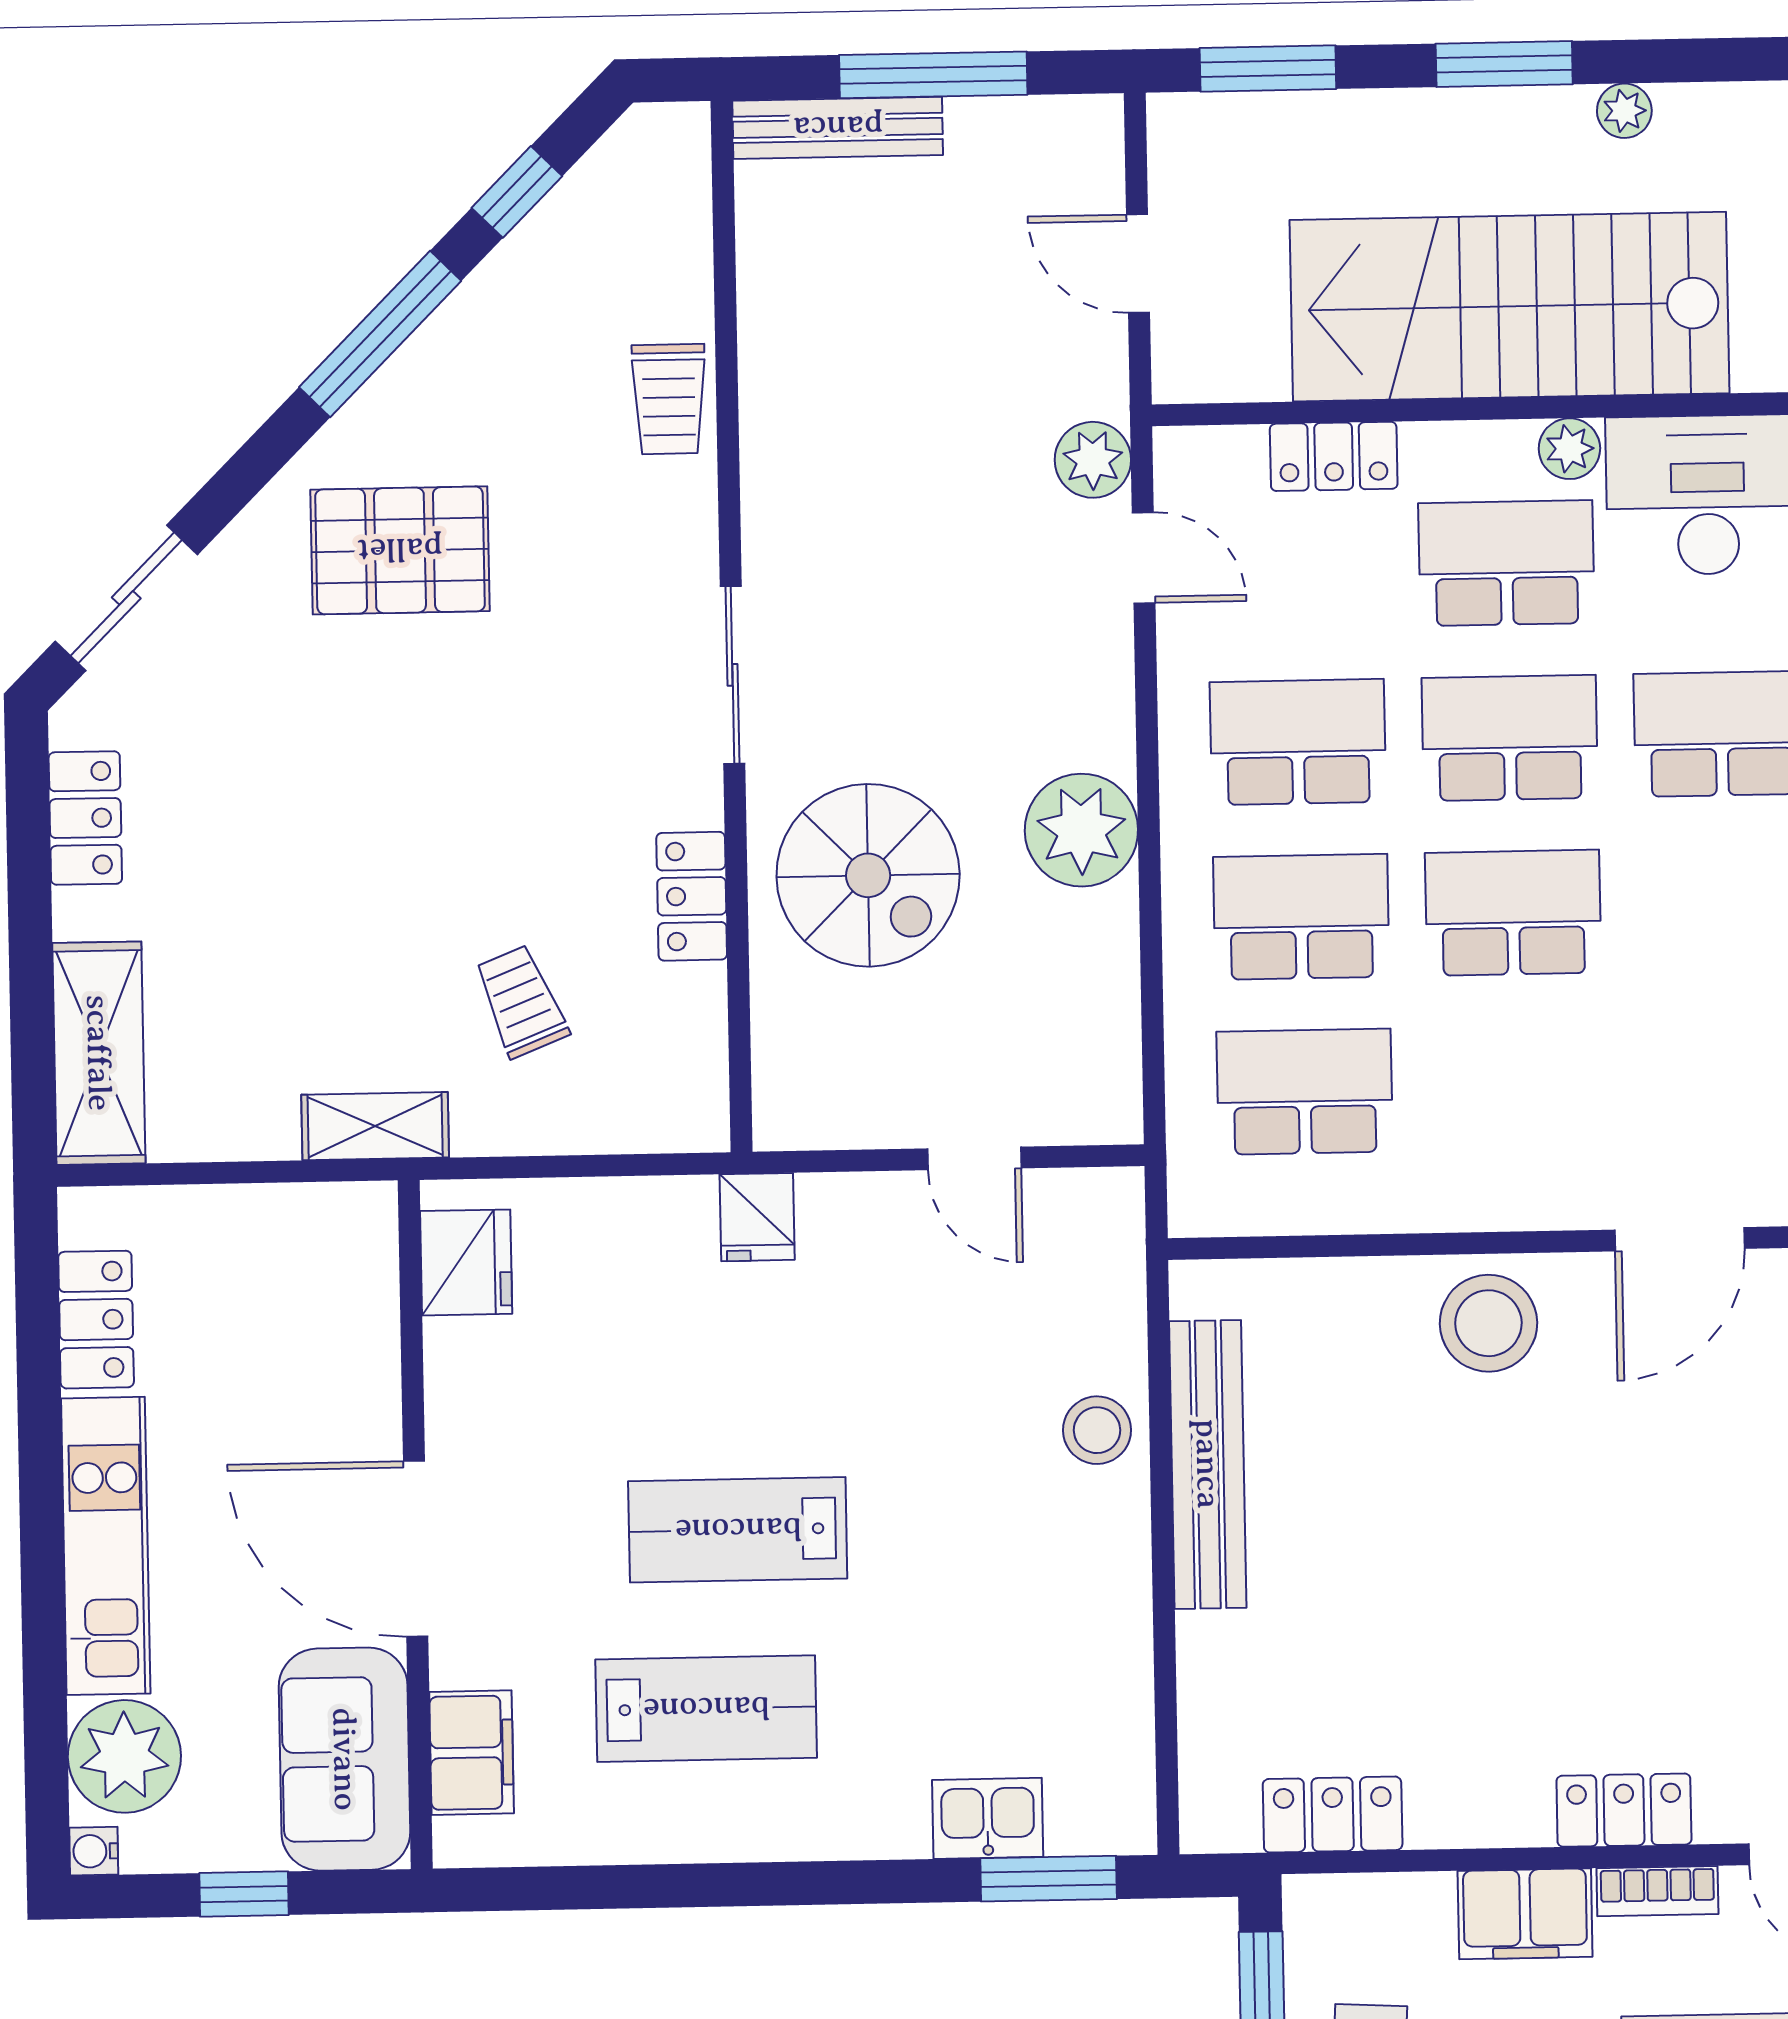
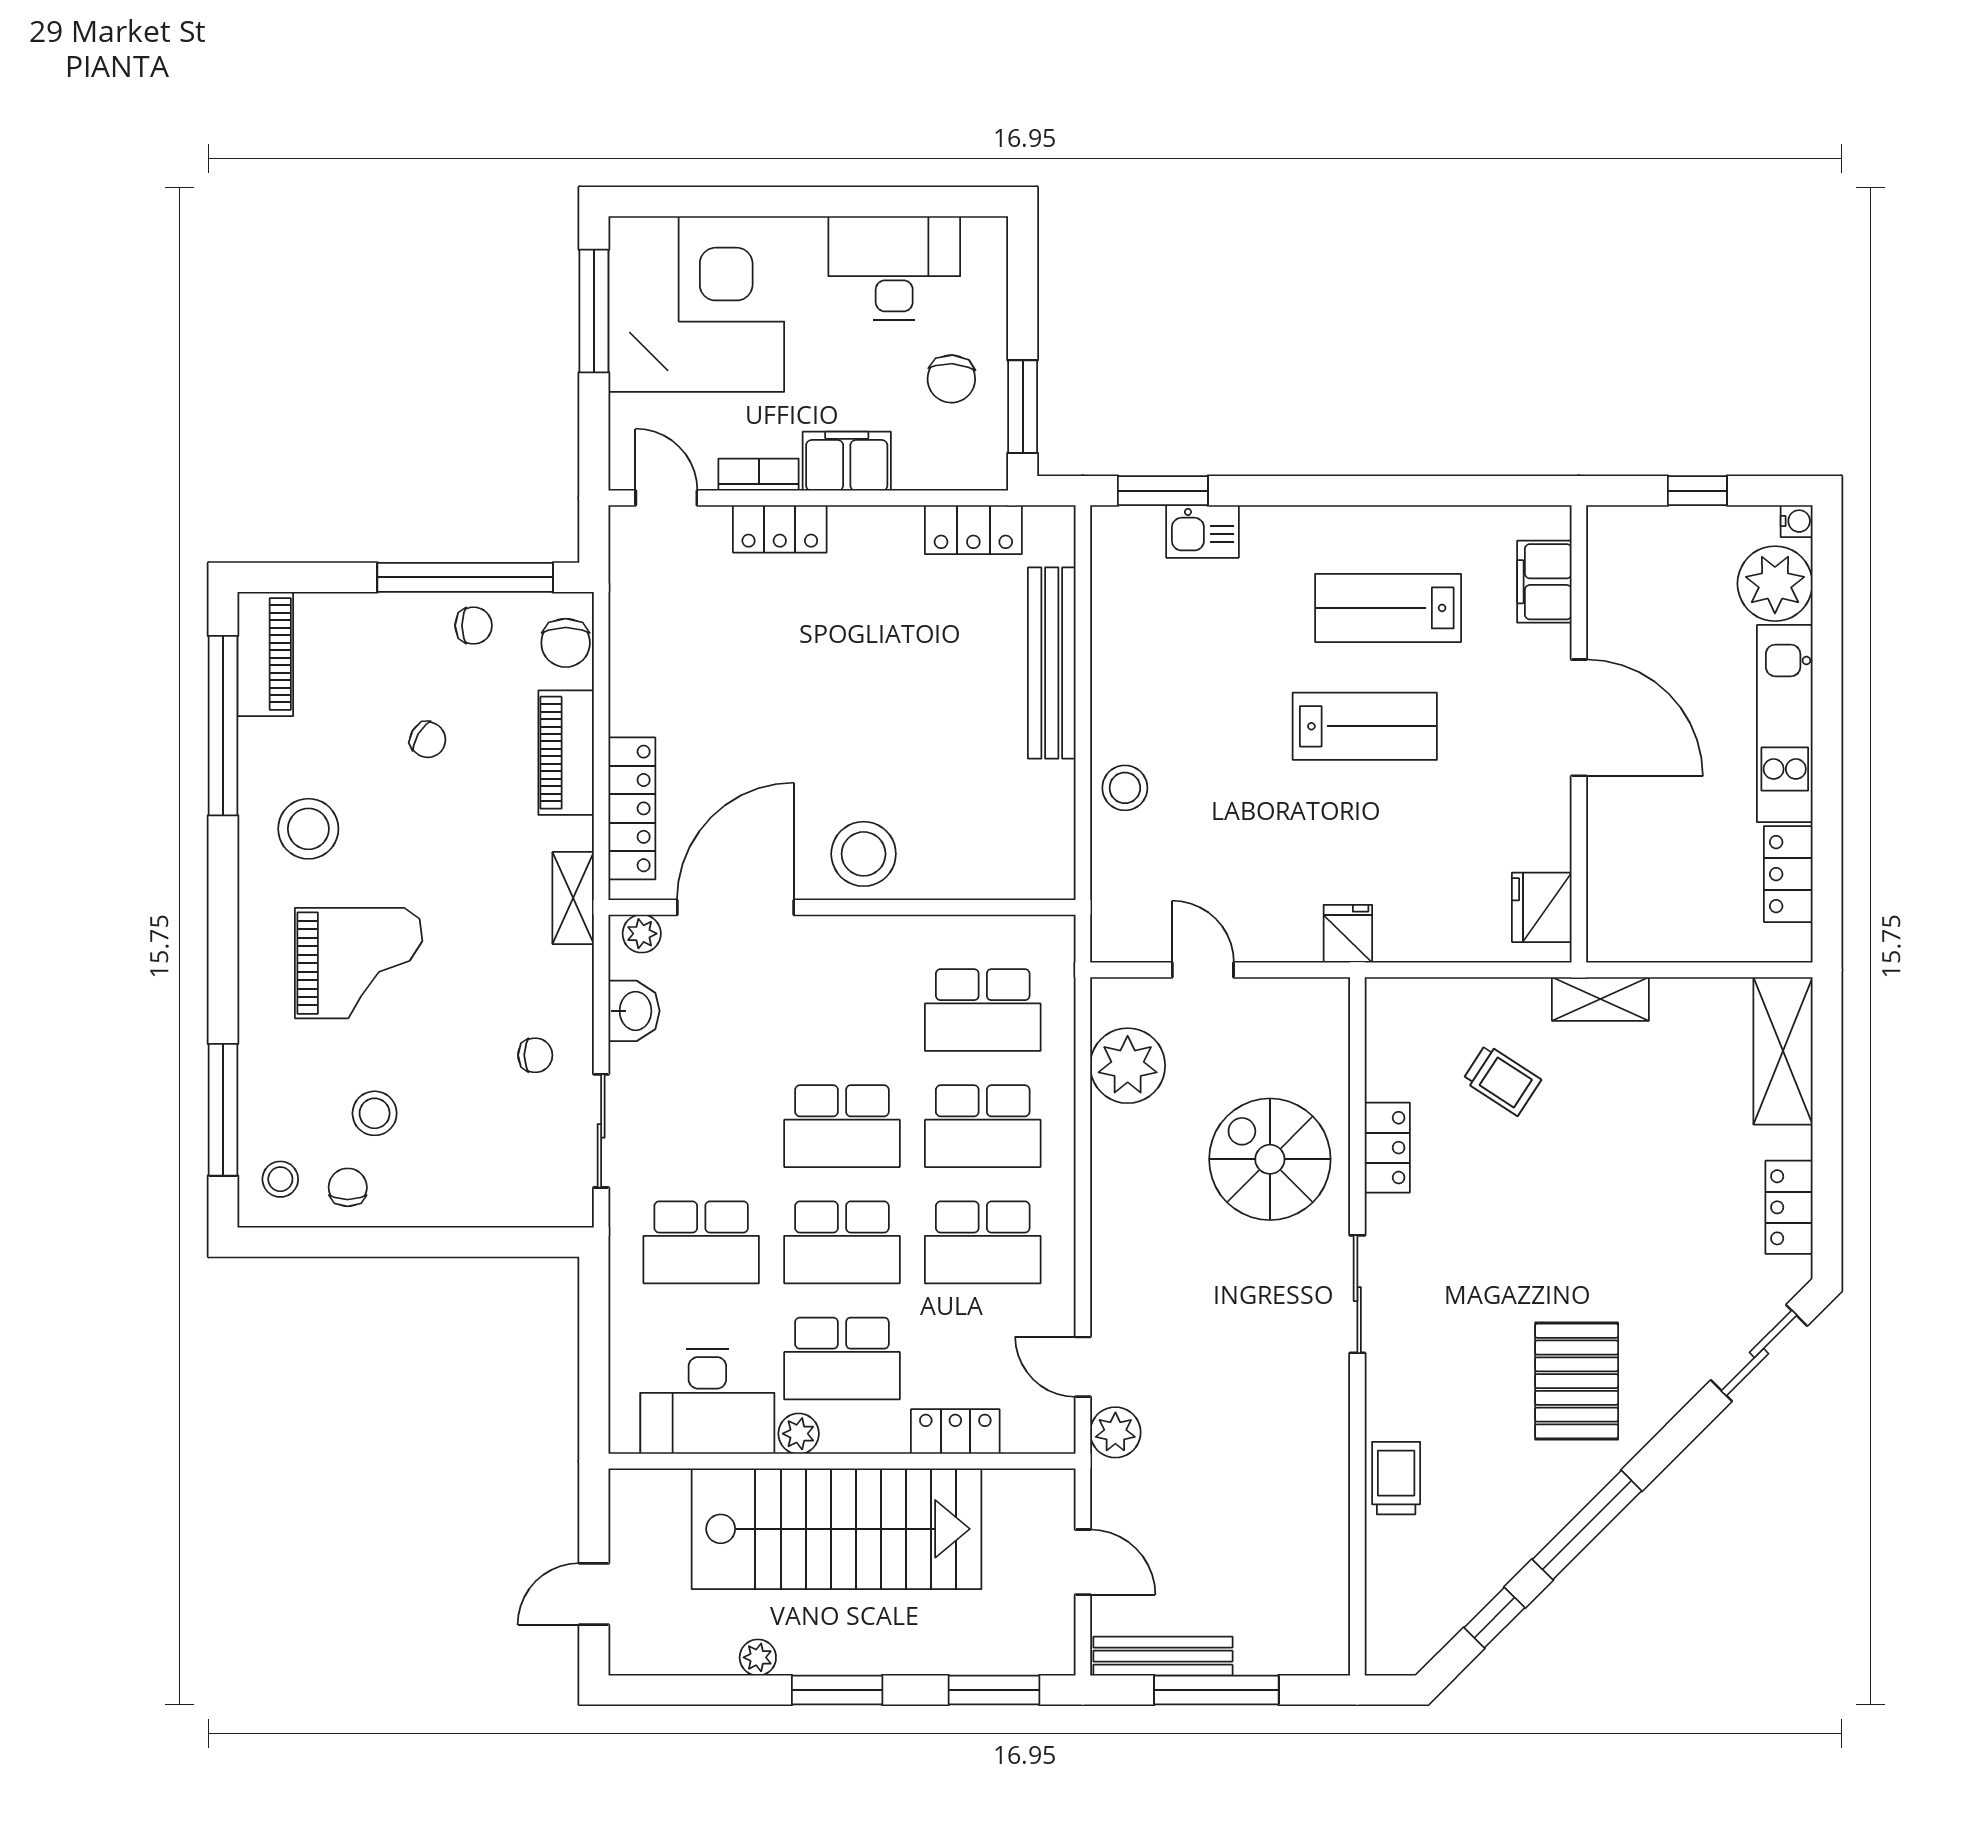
bench: (838, 128) -> (1163, 1656), moved
pallet: (400, 550) -> (1577, 1381), turned 90
plant: (1081, 830) -> (1128, 1066), moved
trolley: (521, 1001) -> (1502, 1080), turned -35
door: (1680, 1239) -> (736, 907), width x1.36
bench: (1208, 1464) -> (1052, 663), moved
sofa: (345, 1759) -> (1629, 579), removed

